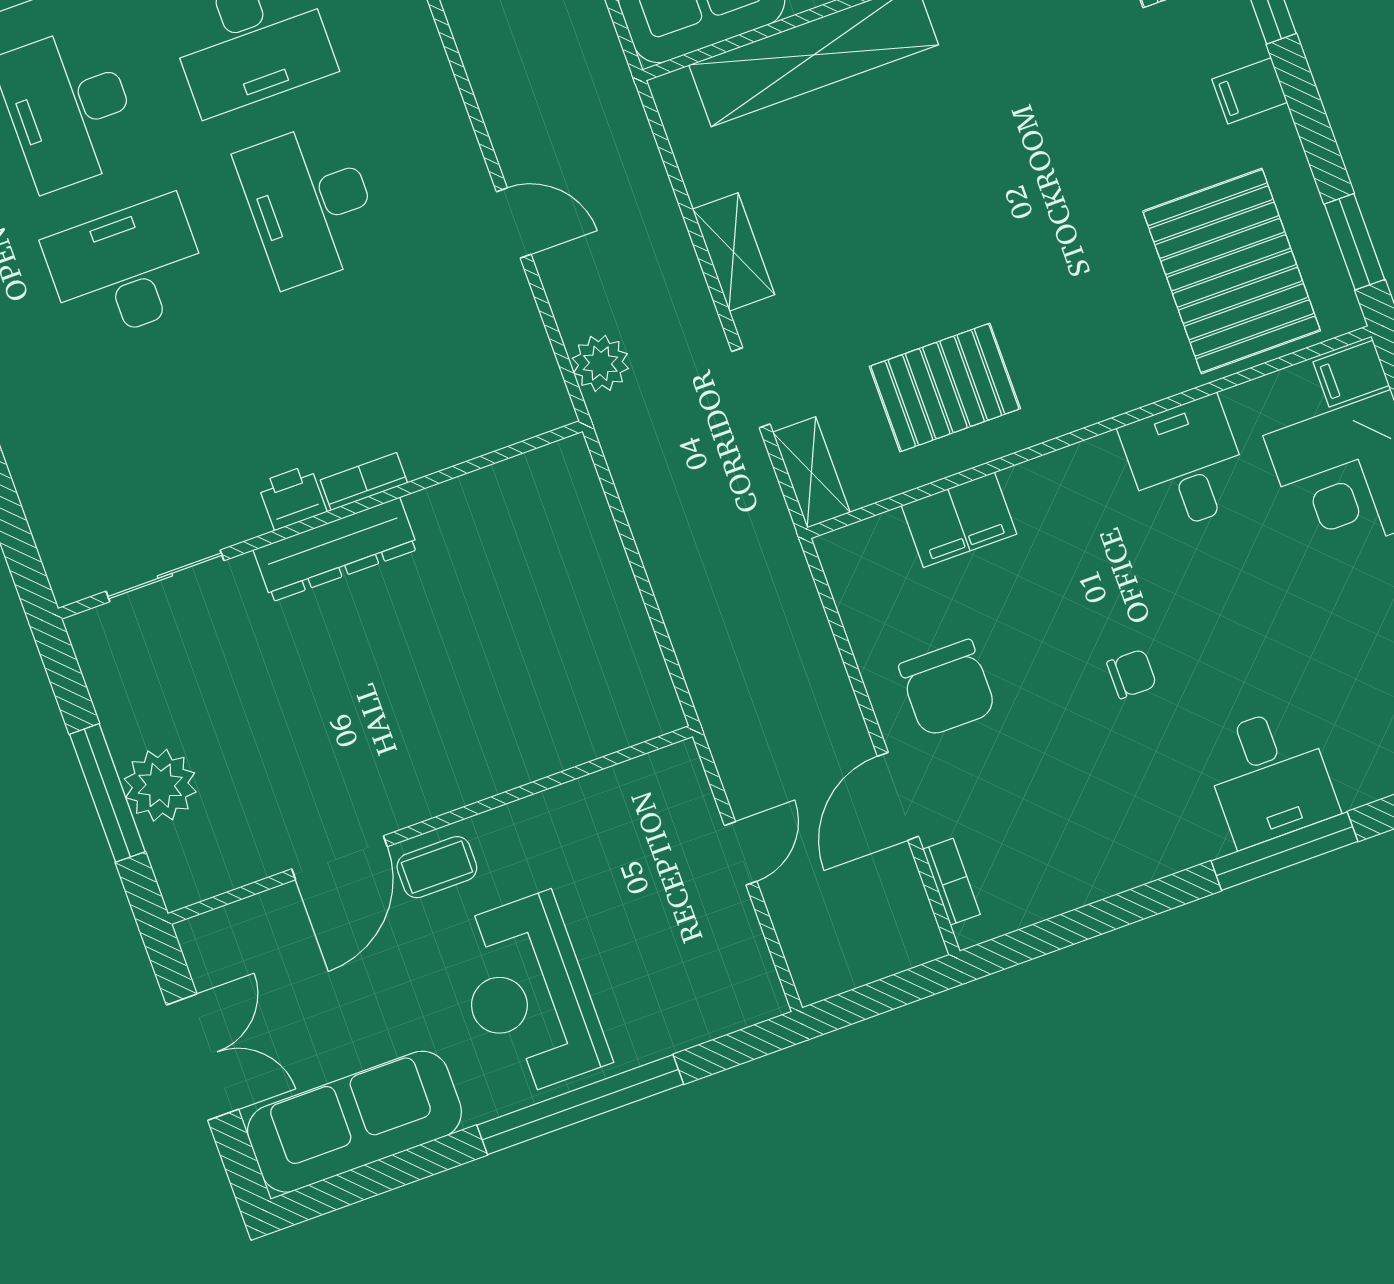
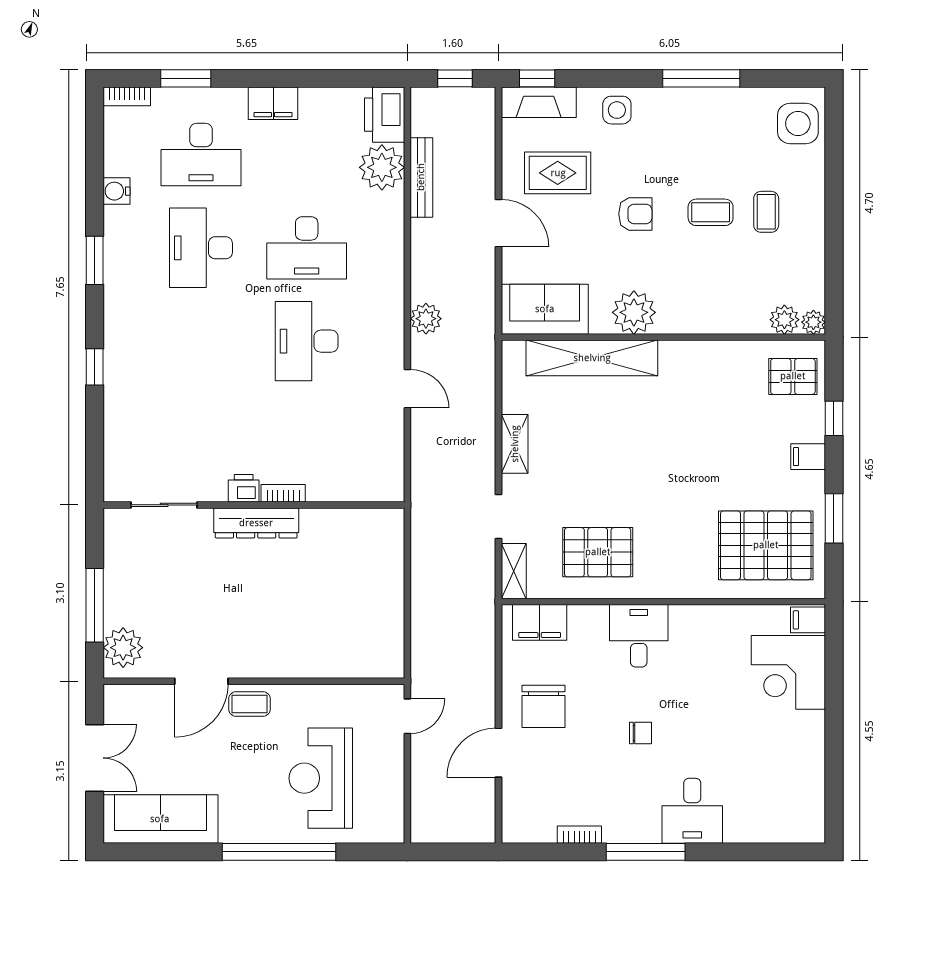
window: (1354, 242) -> (834, 518), moved
desk: (127, 269) -> (201, 341), removed
pallet: (1232, 271) -> (766, 545), turned 90
plant: (600, 363) -> (426, 319), moved
desk: (1186, 464) -> (639, 636), moved
filing cabinet: (959, 520) -> (540, 622), moved
plant: (160, 785) -> (123, 648), moved
window: (1284, 851) -> (646, 852), moved
door: (741, 853) -> (407, 716), moved
bookcase: (952, 882) -> (579, 835), moved, turned -90
reception desk: (528, 995) -> (321, 778), moved

